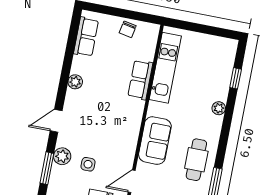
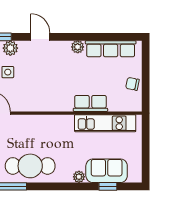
row of seats: (86, 37) -> (111, 49), width x1.48
sofa: (155, 141) -> (107, 171), moved, turned 180
cafe table: (196, 160) -> (30, 166), width x1.37, depth x1.35

